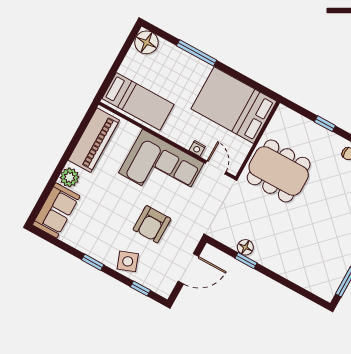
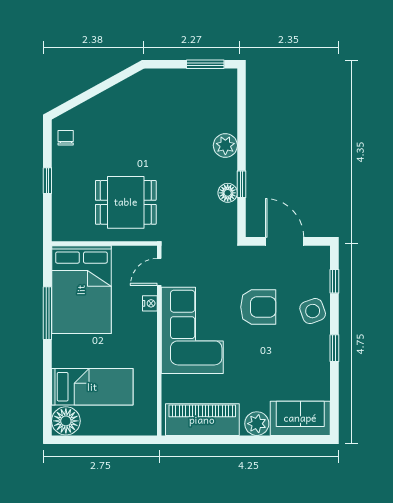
window: (197, 53) -> (47, 313), moved
bed: (138, 101) -> (92, 387), moved, turned 90
dining table: (279, 171) -> (126, 202), width x0.73
plant: (280, 264) -> (225, 145), added

